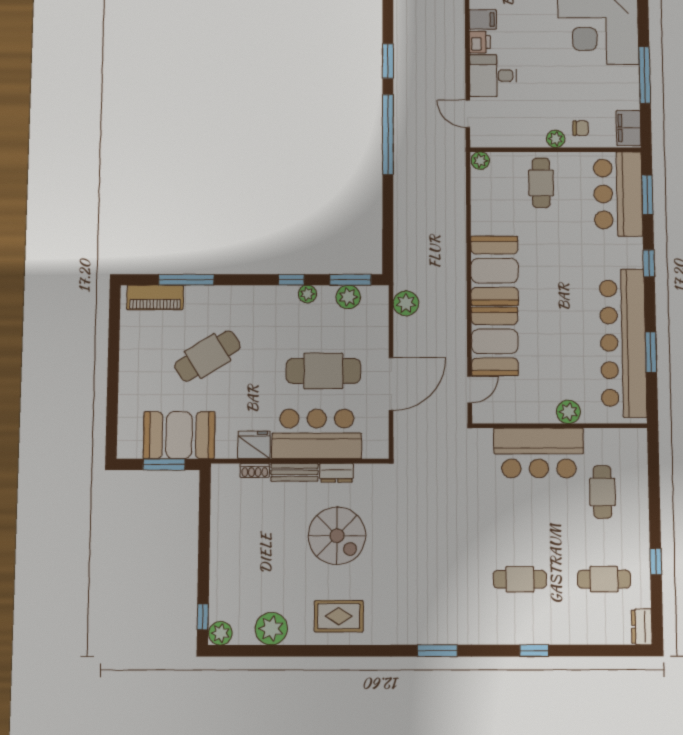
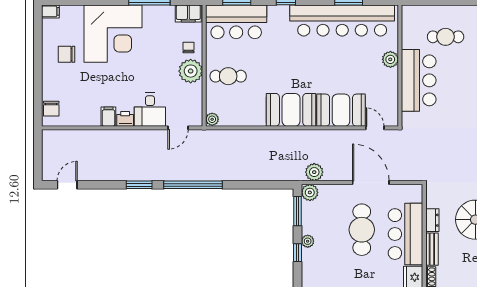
plant: (556, 139) -> (191, 71), width x1.88, depth x1.88
plant: (348, 297) -> (310, 192), moved

